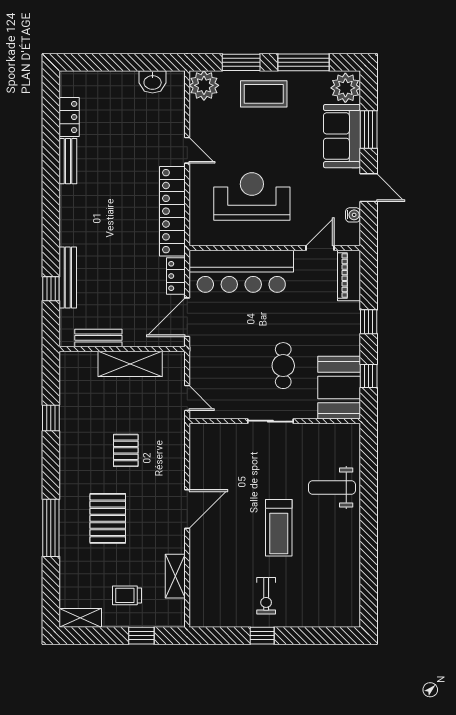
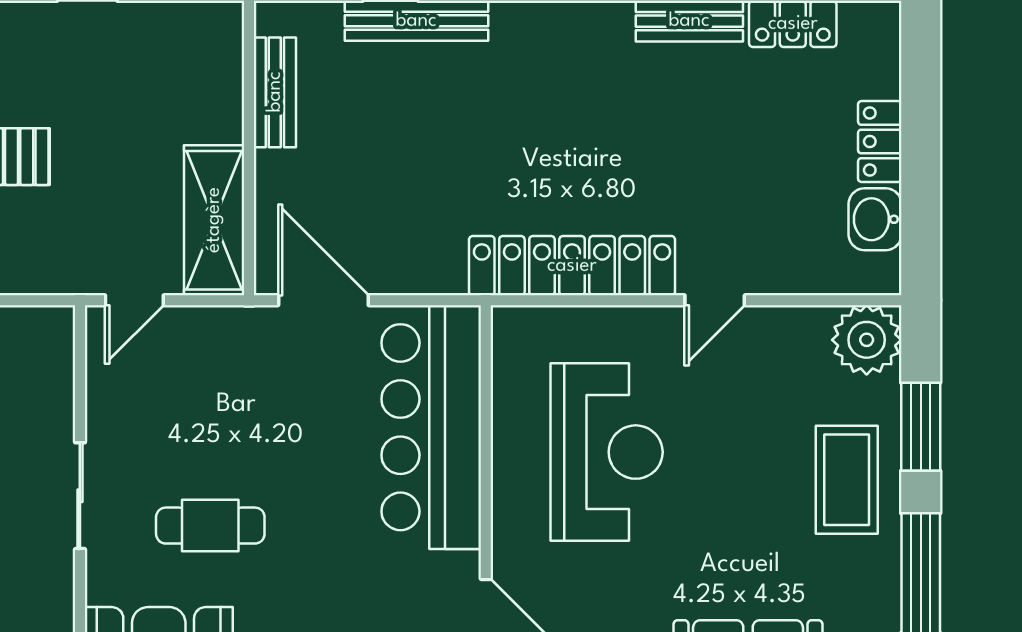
locker: (176, 276) -> (880, 142), moved, turned -90
shelving: (130, 364) -> (214, 220), moved

